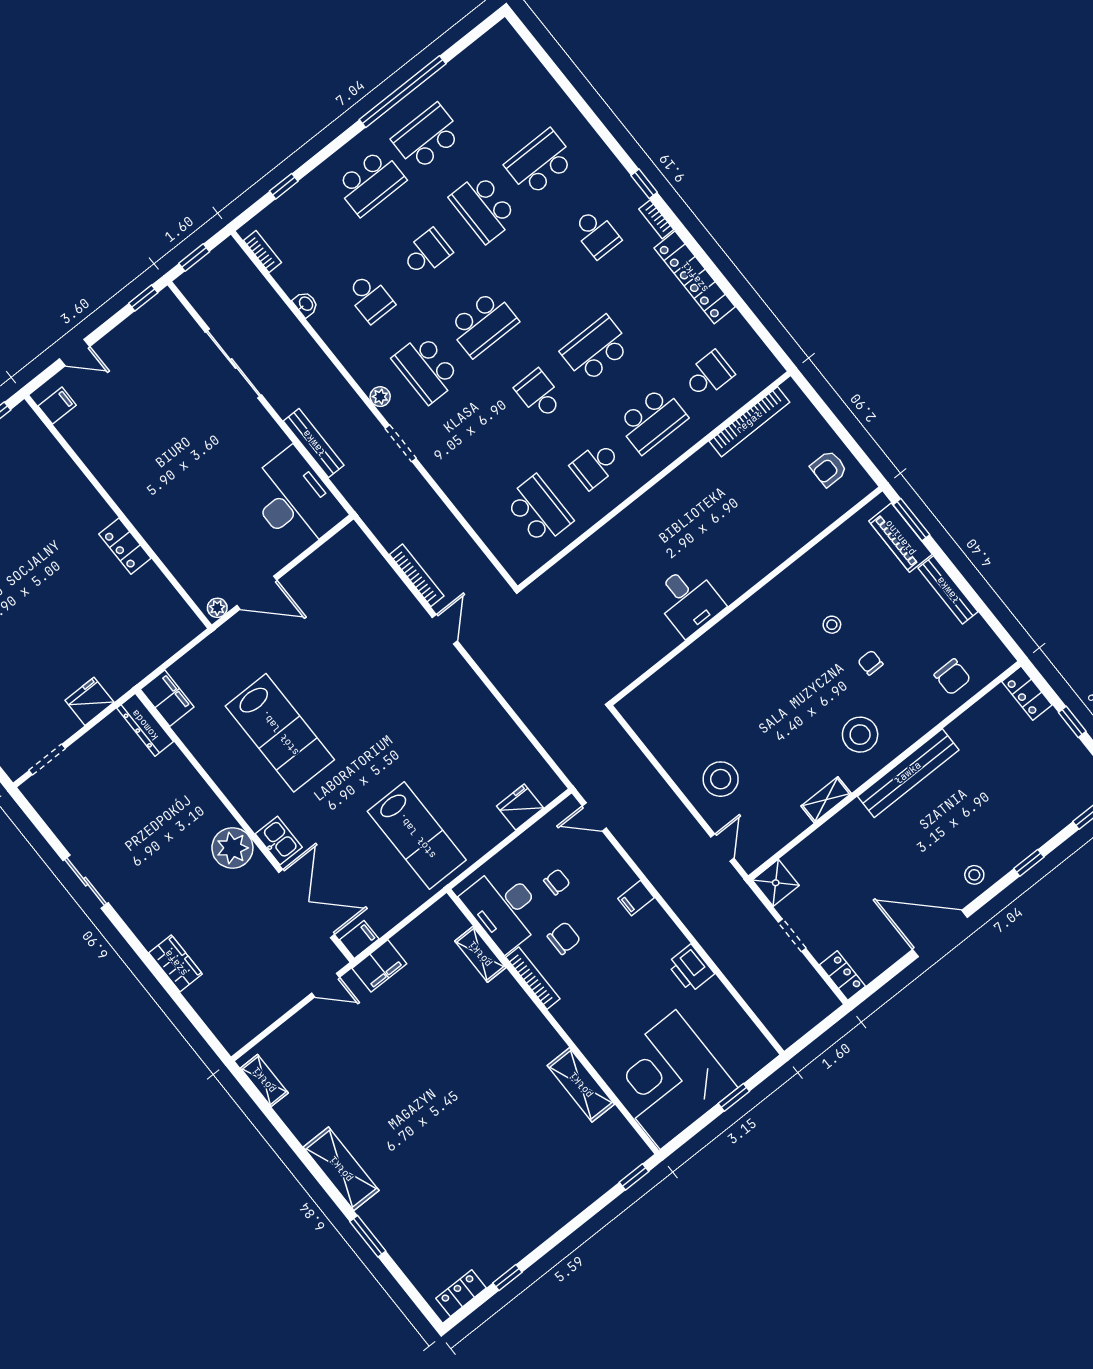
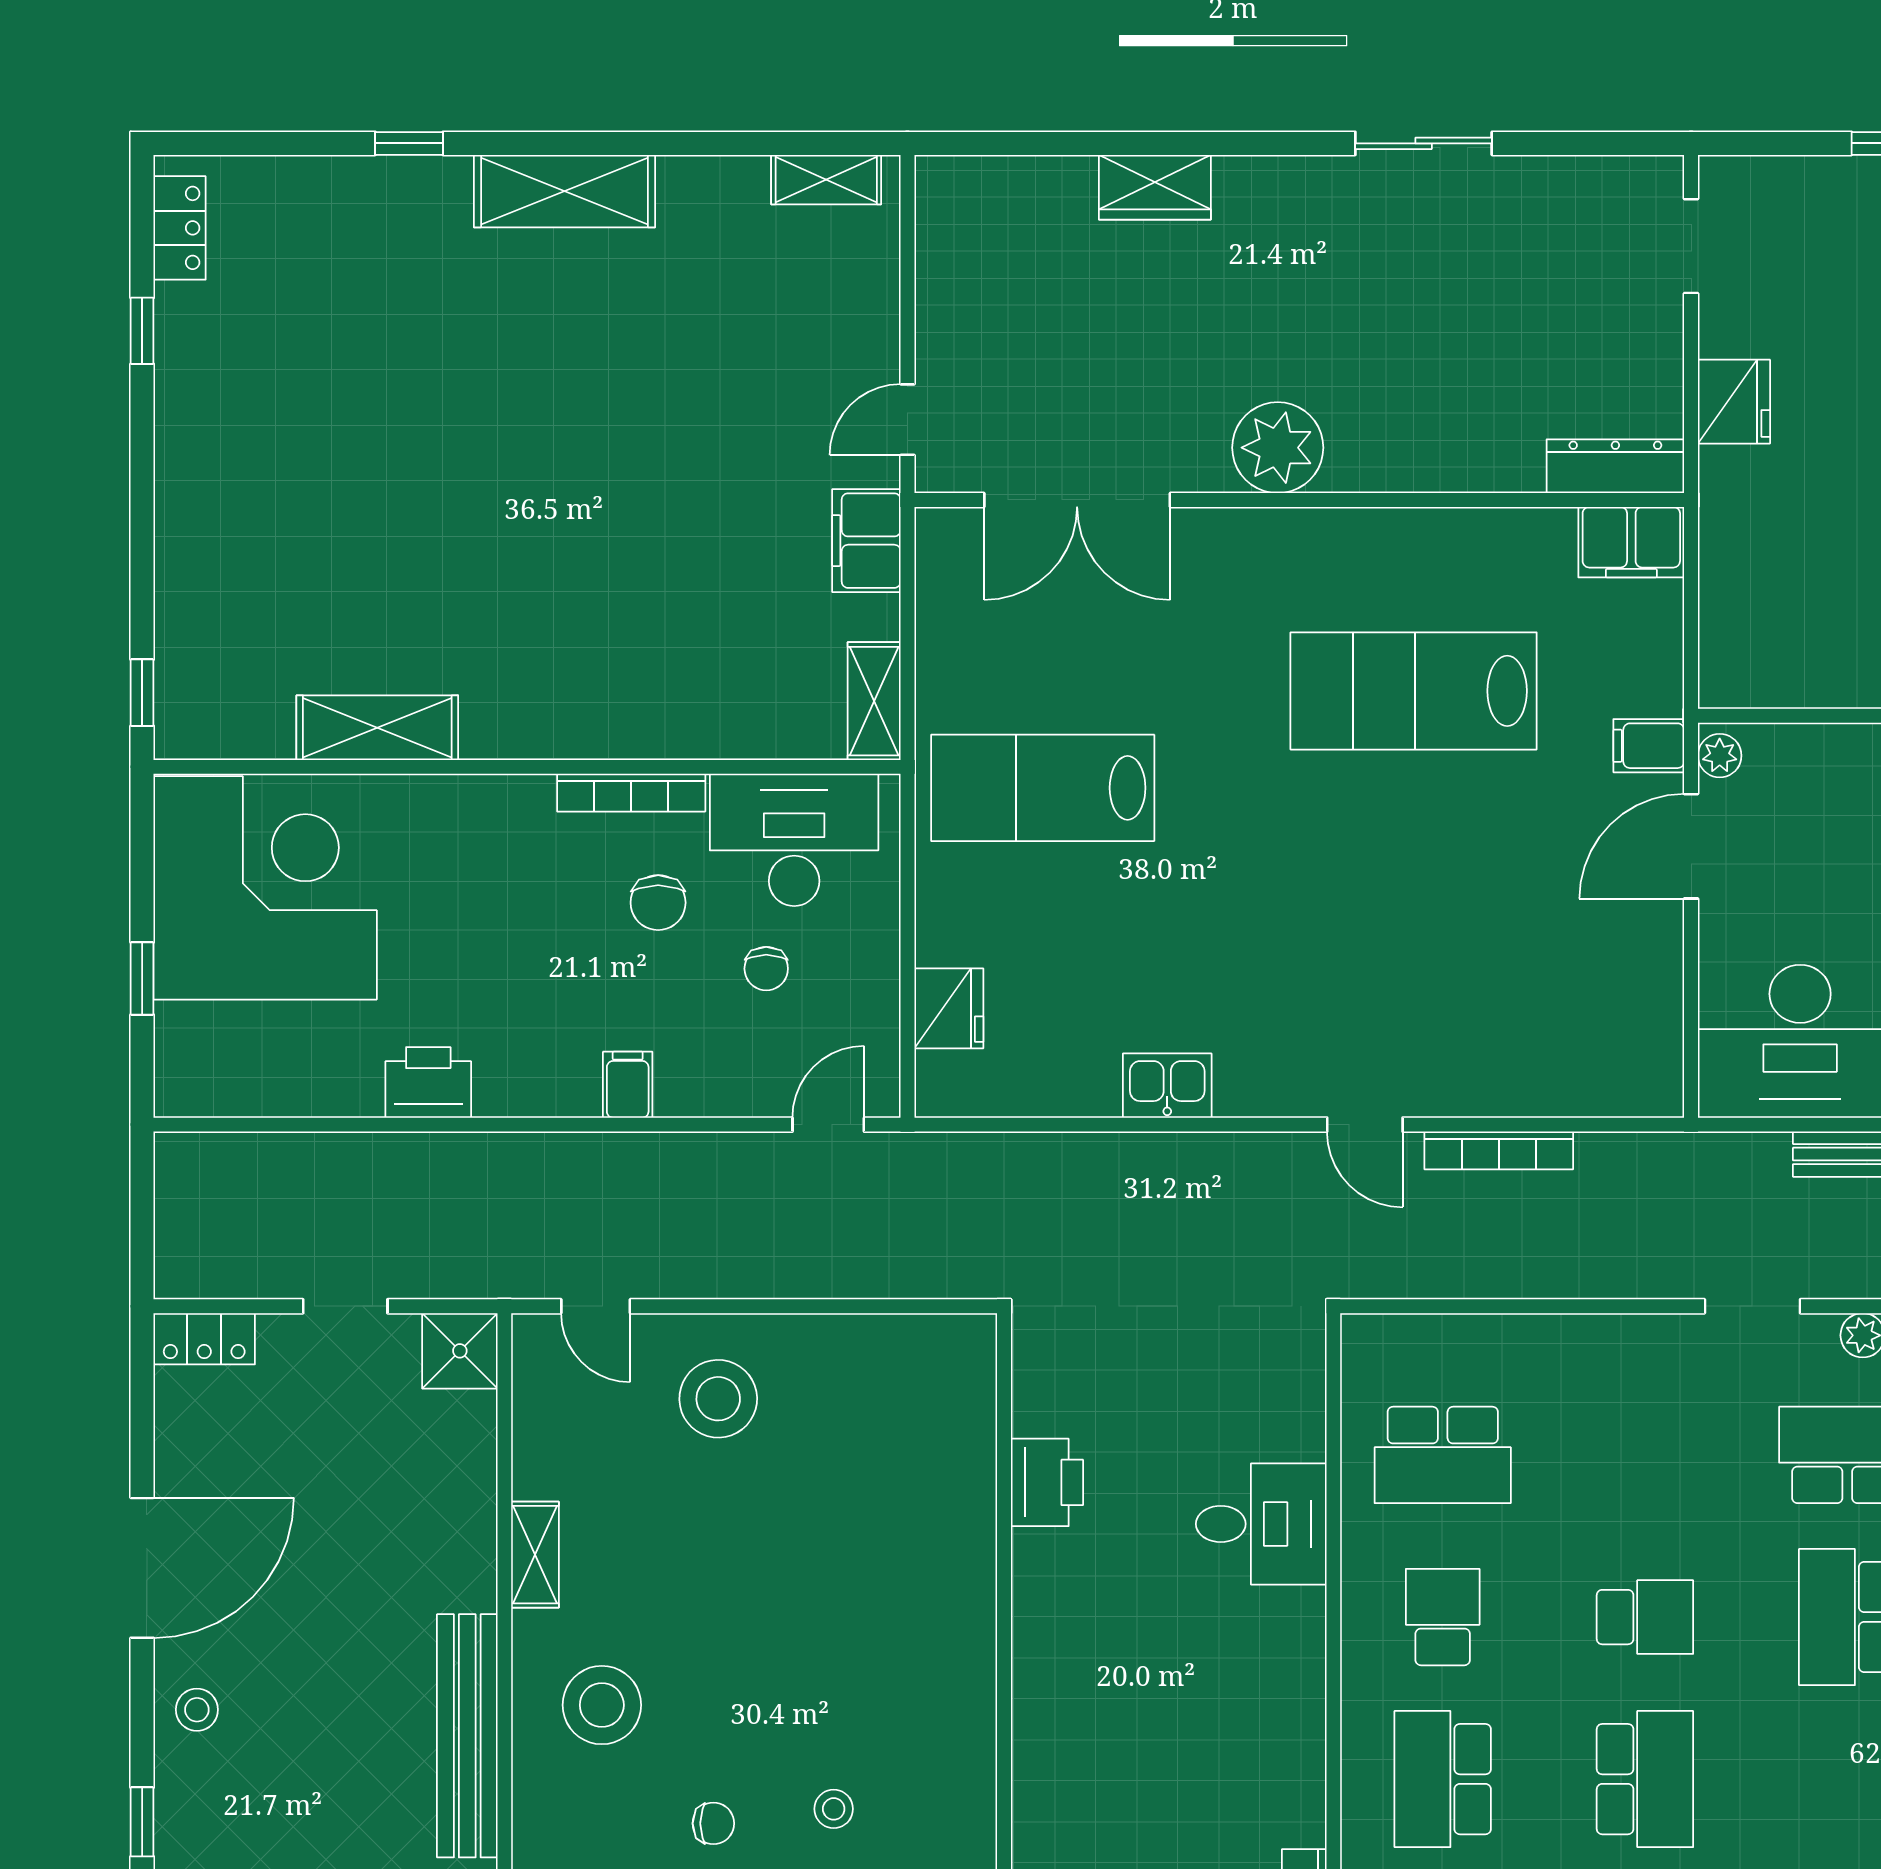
desk: (688, 600) -> (1261, 1524), moved, turned 180
printer: (658, 641) -> (1047, 1482), added
kitchen sink: (279, 841) -> (1167, 1086), moved, turned 180
filing cabinet: (359, 939) -> (1649, 746), moved, turned 90
shelving: (480, 954) -> (874, 701), moved, turned 90
window: (368, 1236) -> (409, 143), width x0.67

